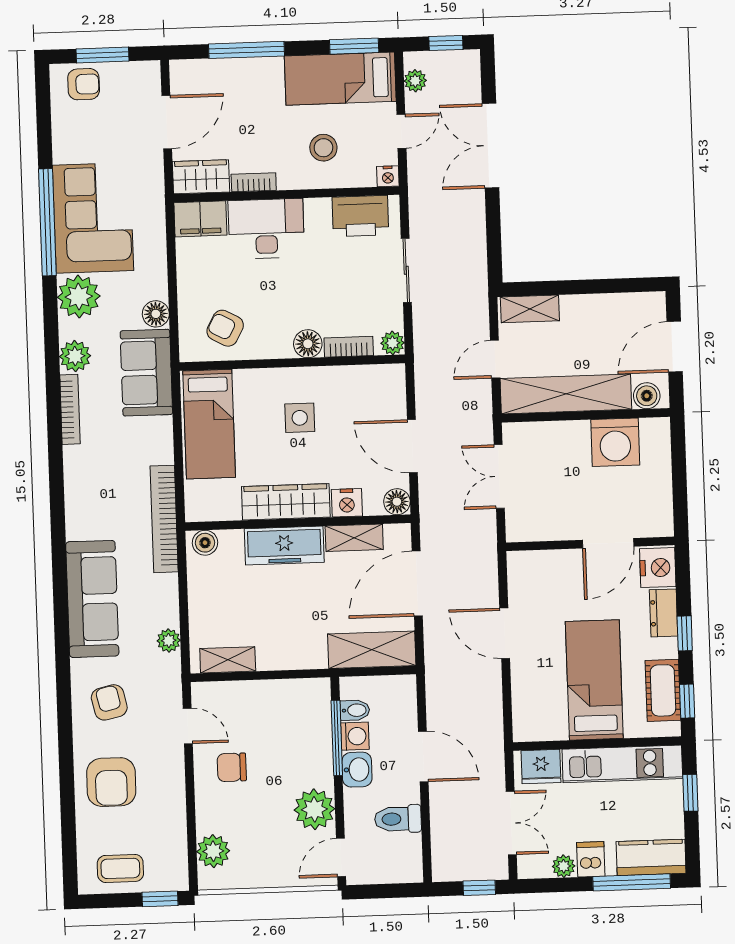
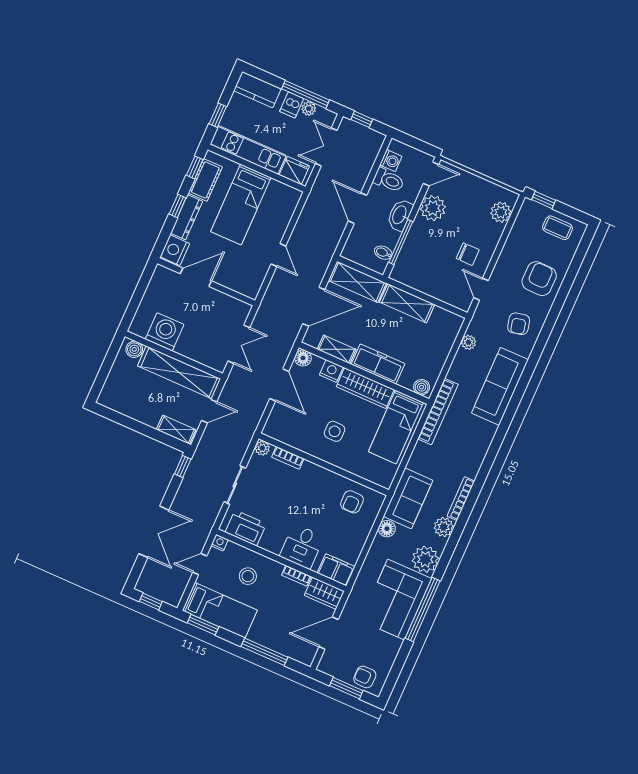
plant: (415, 81) -> (178, 589), removed
desk: (266, 229) -> (302, 546), width x0.73
window: (495, 260) -> (183, 467), added
armchair: (225, 328) -> (352, 502), turned 62
floor lamp: (308, 344) -> (310, 471), removed
door: (675, 347) -> (105, 369), removed
bed: (209, 424) -> (396, 427), moved, turned 180
dresser: (664, 613) -> (187, 217), width x1.44
door: (505, 633) -> (278, 255), width x0.73
shelving: (228, 660) -> (407, 303), moved, width x1.50, depth x1.33
washing machine: (355, 736) -> (391, 161), moved, turned 180
washbasin: (357, 770) -> (400, 215), width x1.38
window: (632, 882) -> (305, 94), moved

